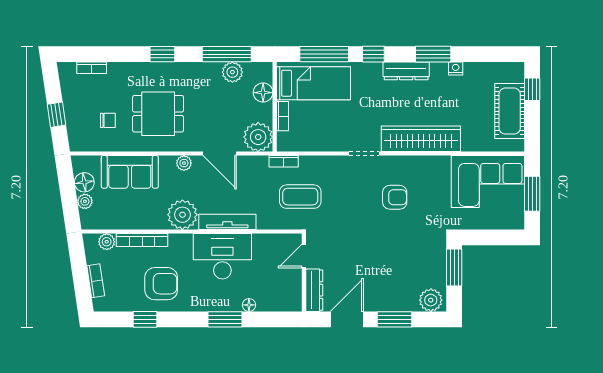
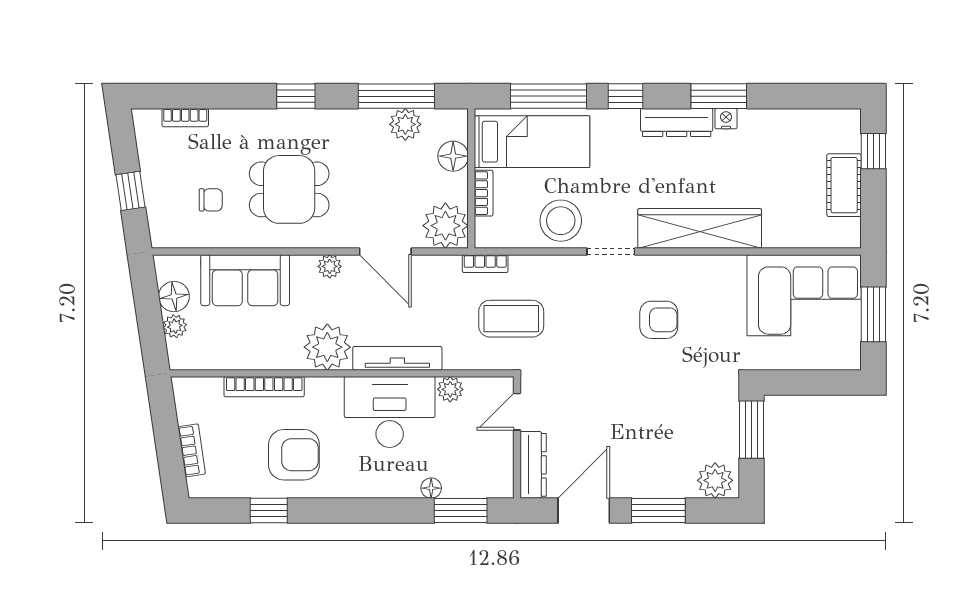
nightstand: (456, 68) -> (726, 119), moved
cot: (510, 111) -> (844, 185), width x0.73, depth x0.75
stool: (332, 134) -> (561, 221), added
plant: (107, 242) -> (450, 389), moved
window: (225, 319) -> (461, 510), moved

